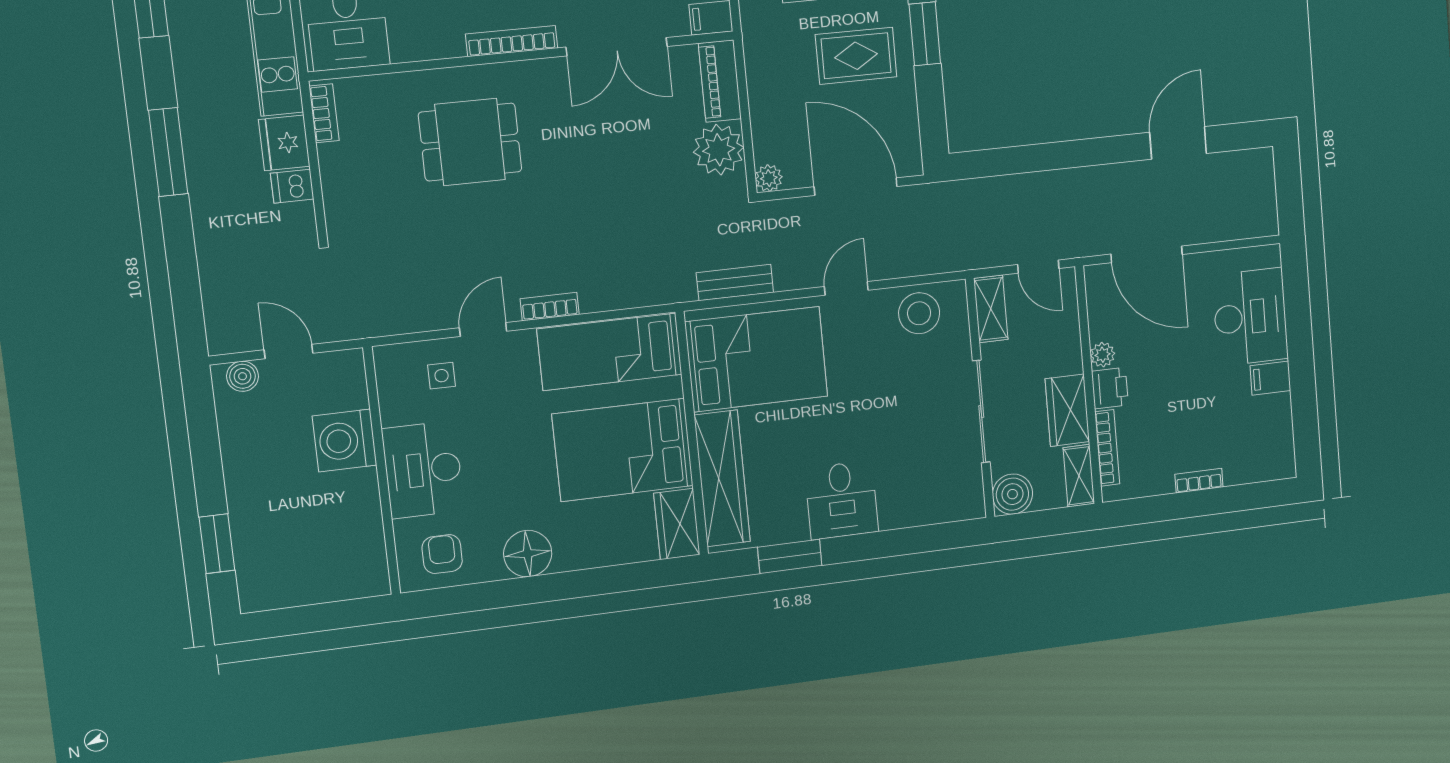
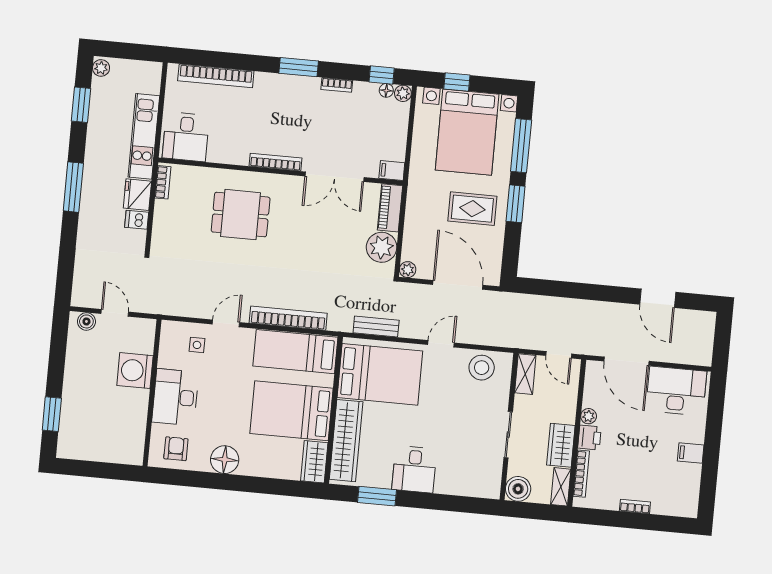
door: (1178, 143) -> (658, 298), swing flipped
bookcase: (550, 307) -> (288, 318), width x2.31, depth x1.31
desk: (1250, 317) -> (676, 391), moved, turned -90
sliding door: (981, 411) -> (508, 435), width x0.73

